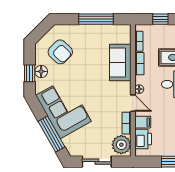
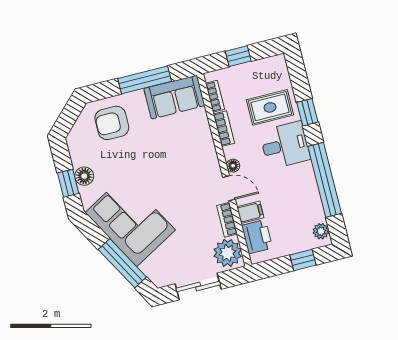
armchair: (60, 52) -> (112, 123), moved, turned 136
sofa: (120, 63) -> (174, 97), moved, turned -90

